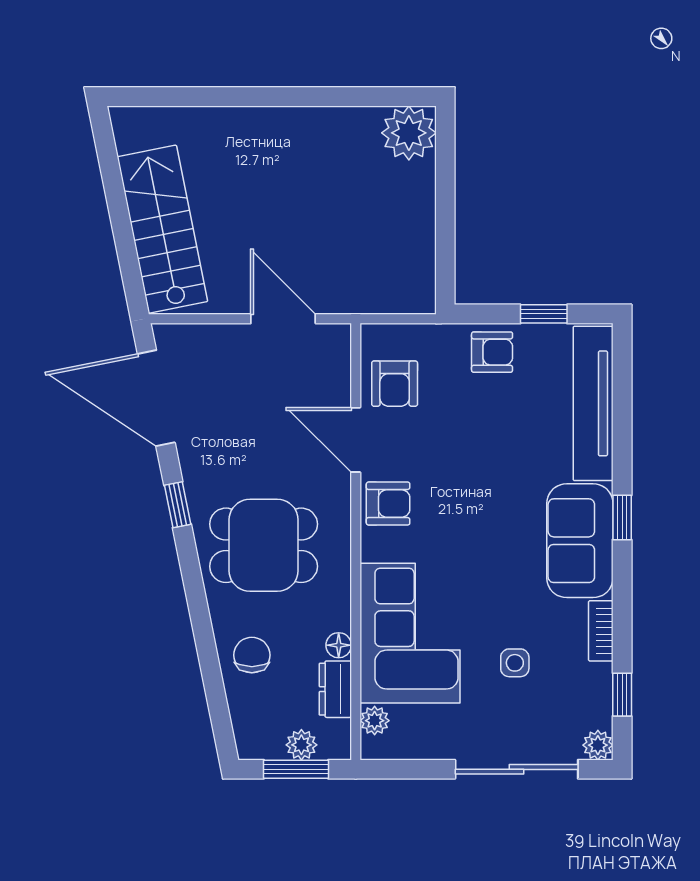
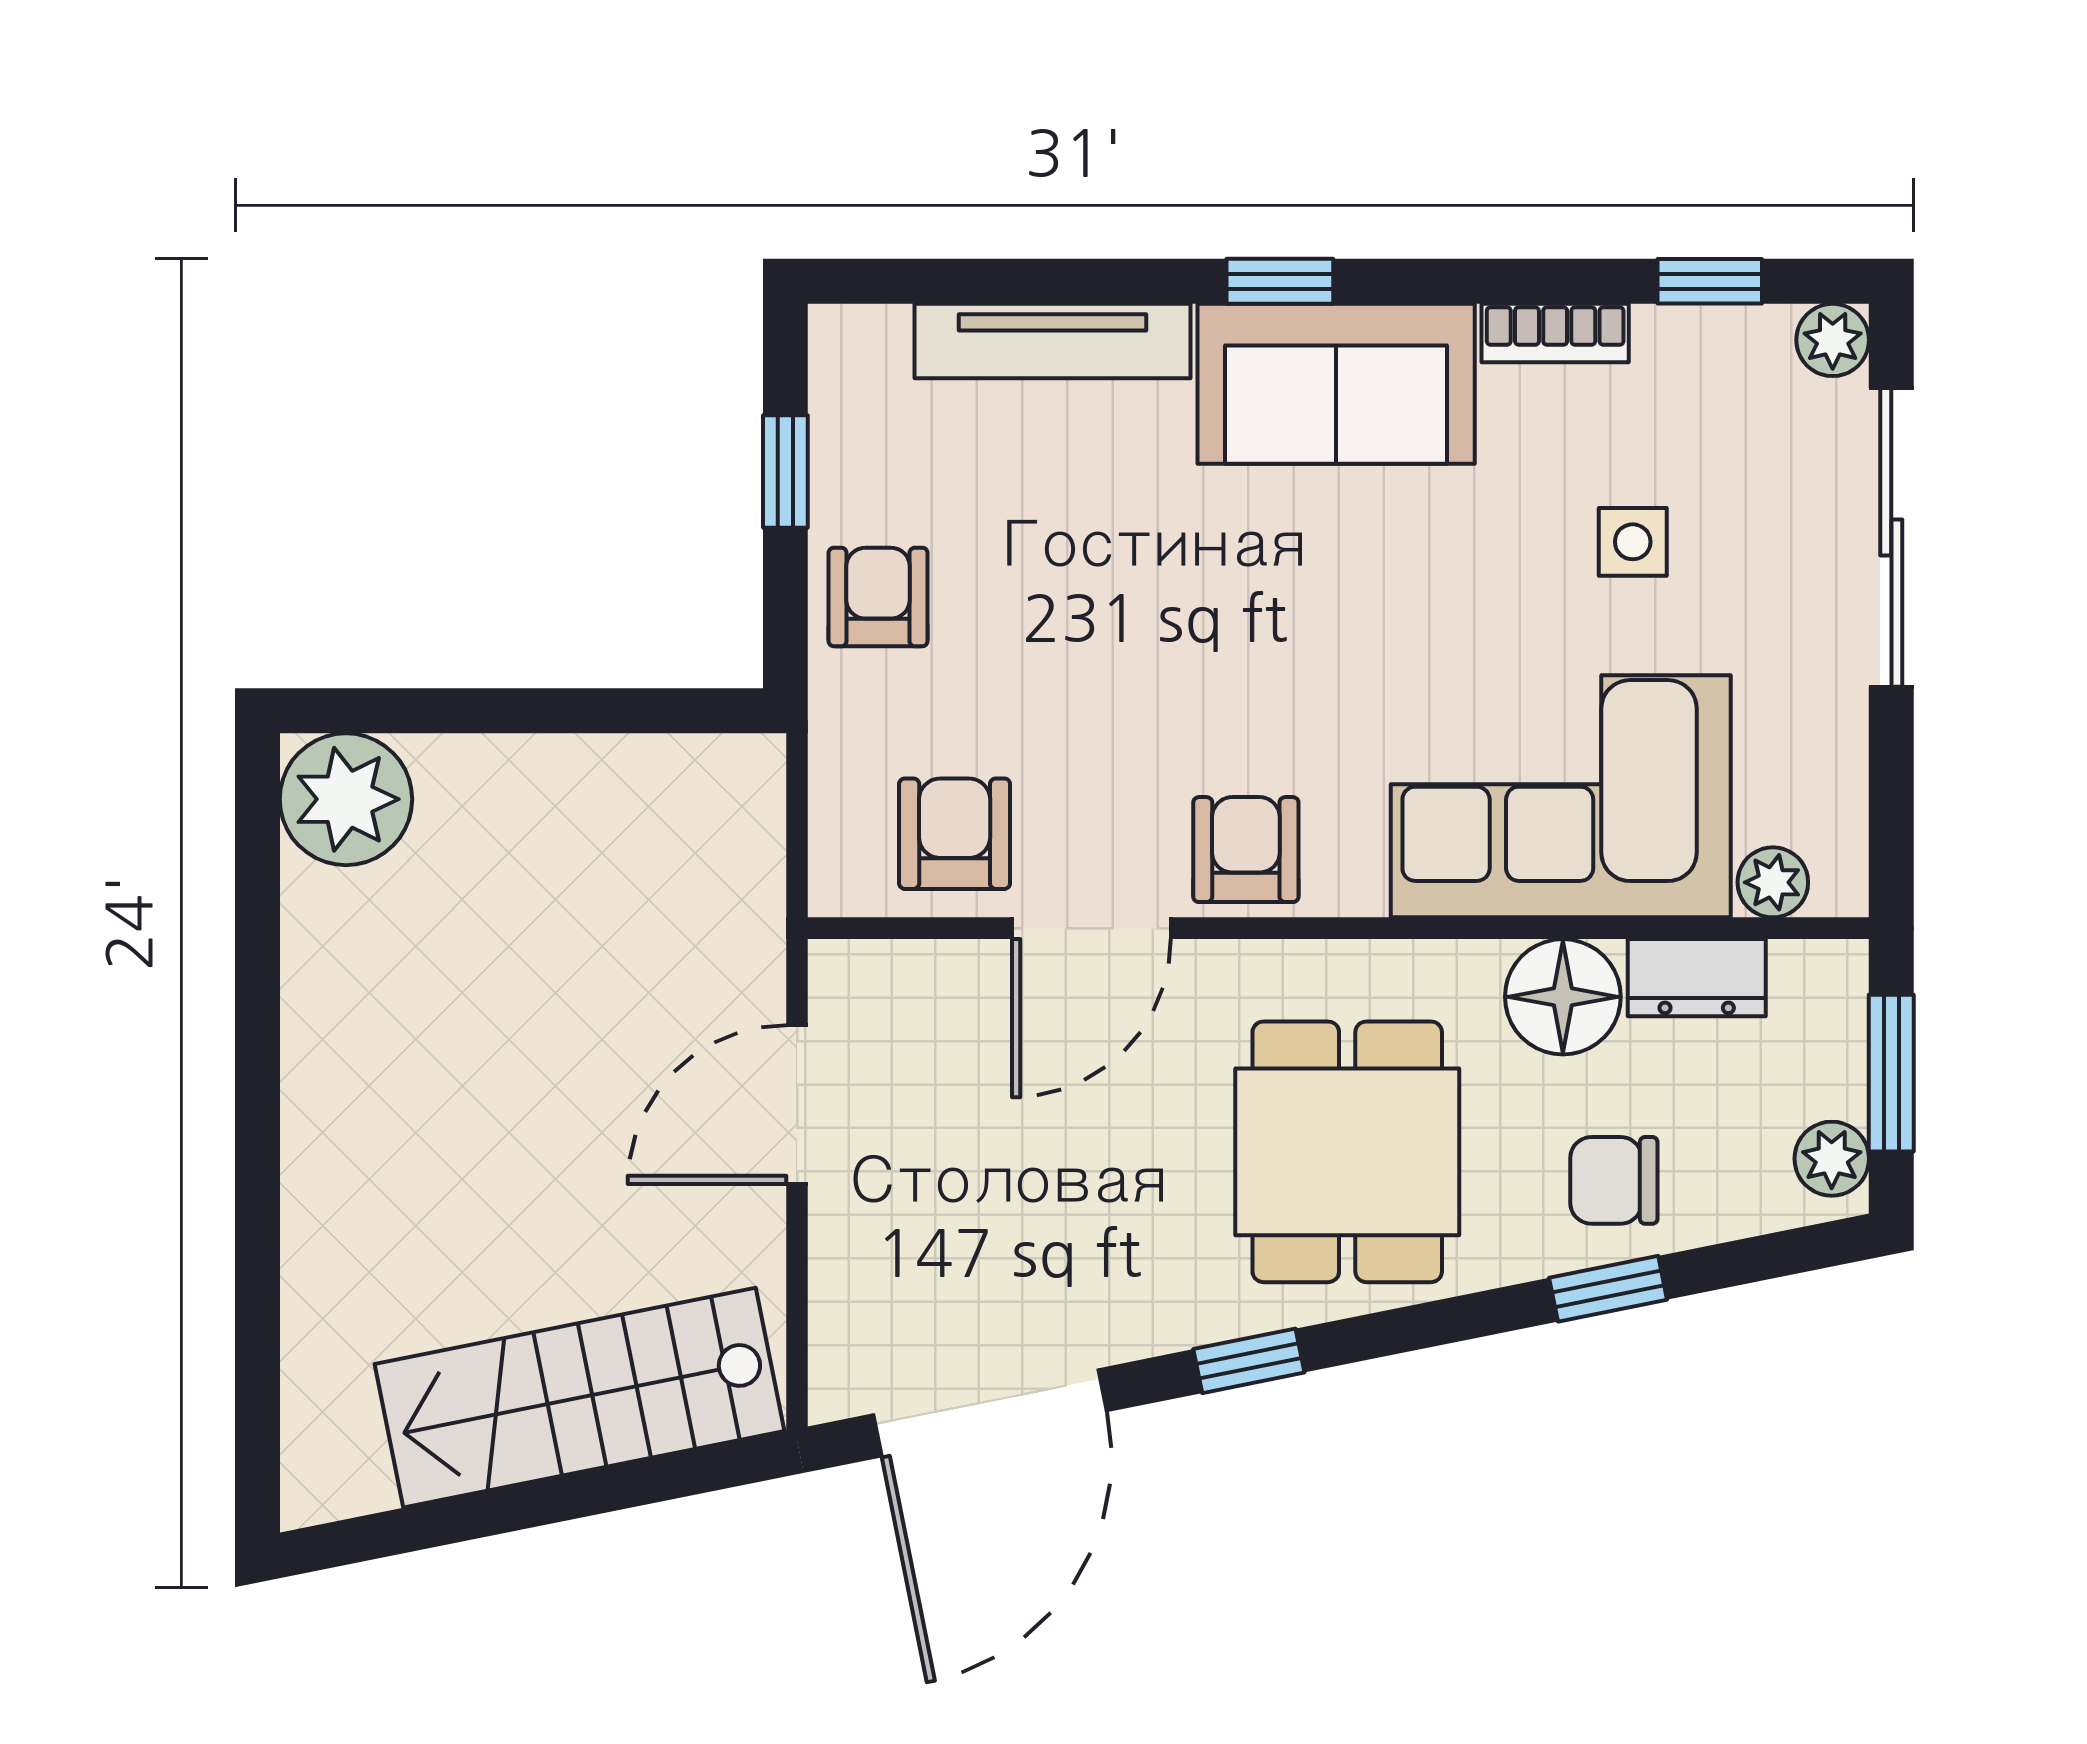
armchair: (395, 384) -> (955, 834), turned -90
tv unit: (593, 403) -> (1052, 341), width x0.73, depth x0.78
floor lamp: (339, 645) -> (1563, 997), width x1.89, depth x1.89
window: (207, 653) -> (1608, 1289), added
plant: (301, 745) -> (1832, 1159), moved

